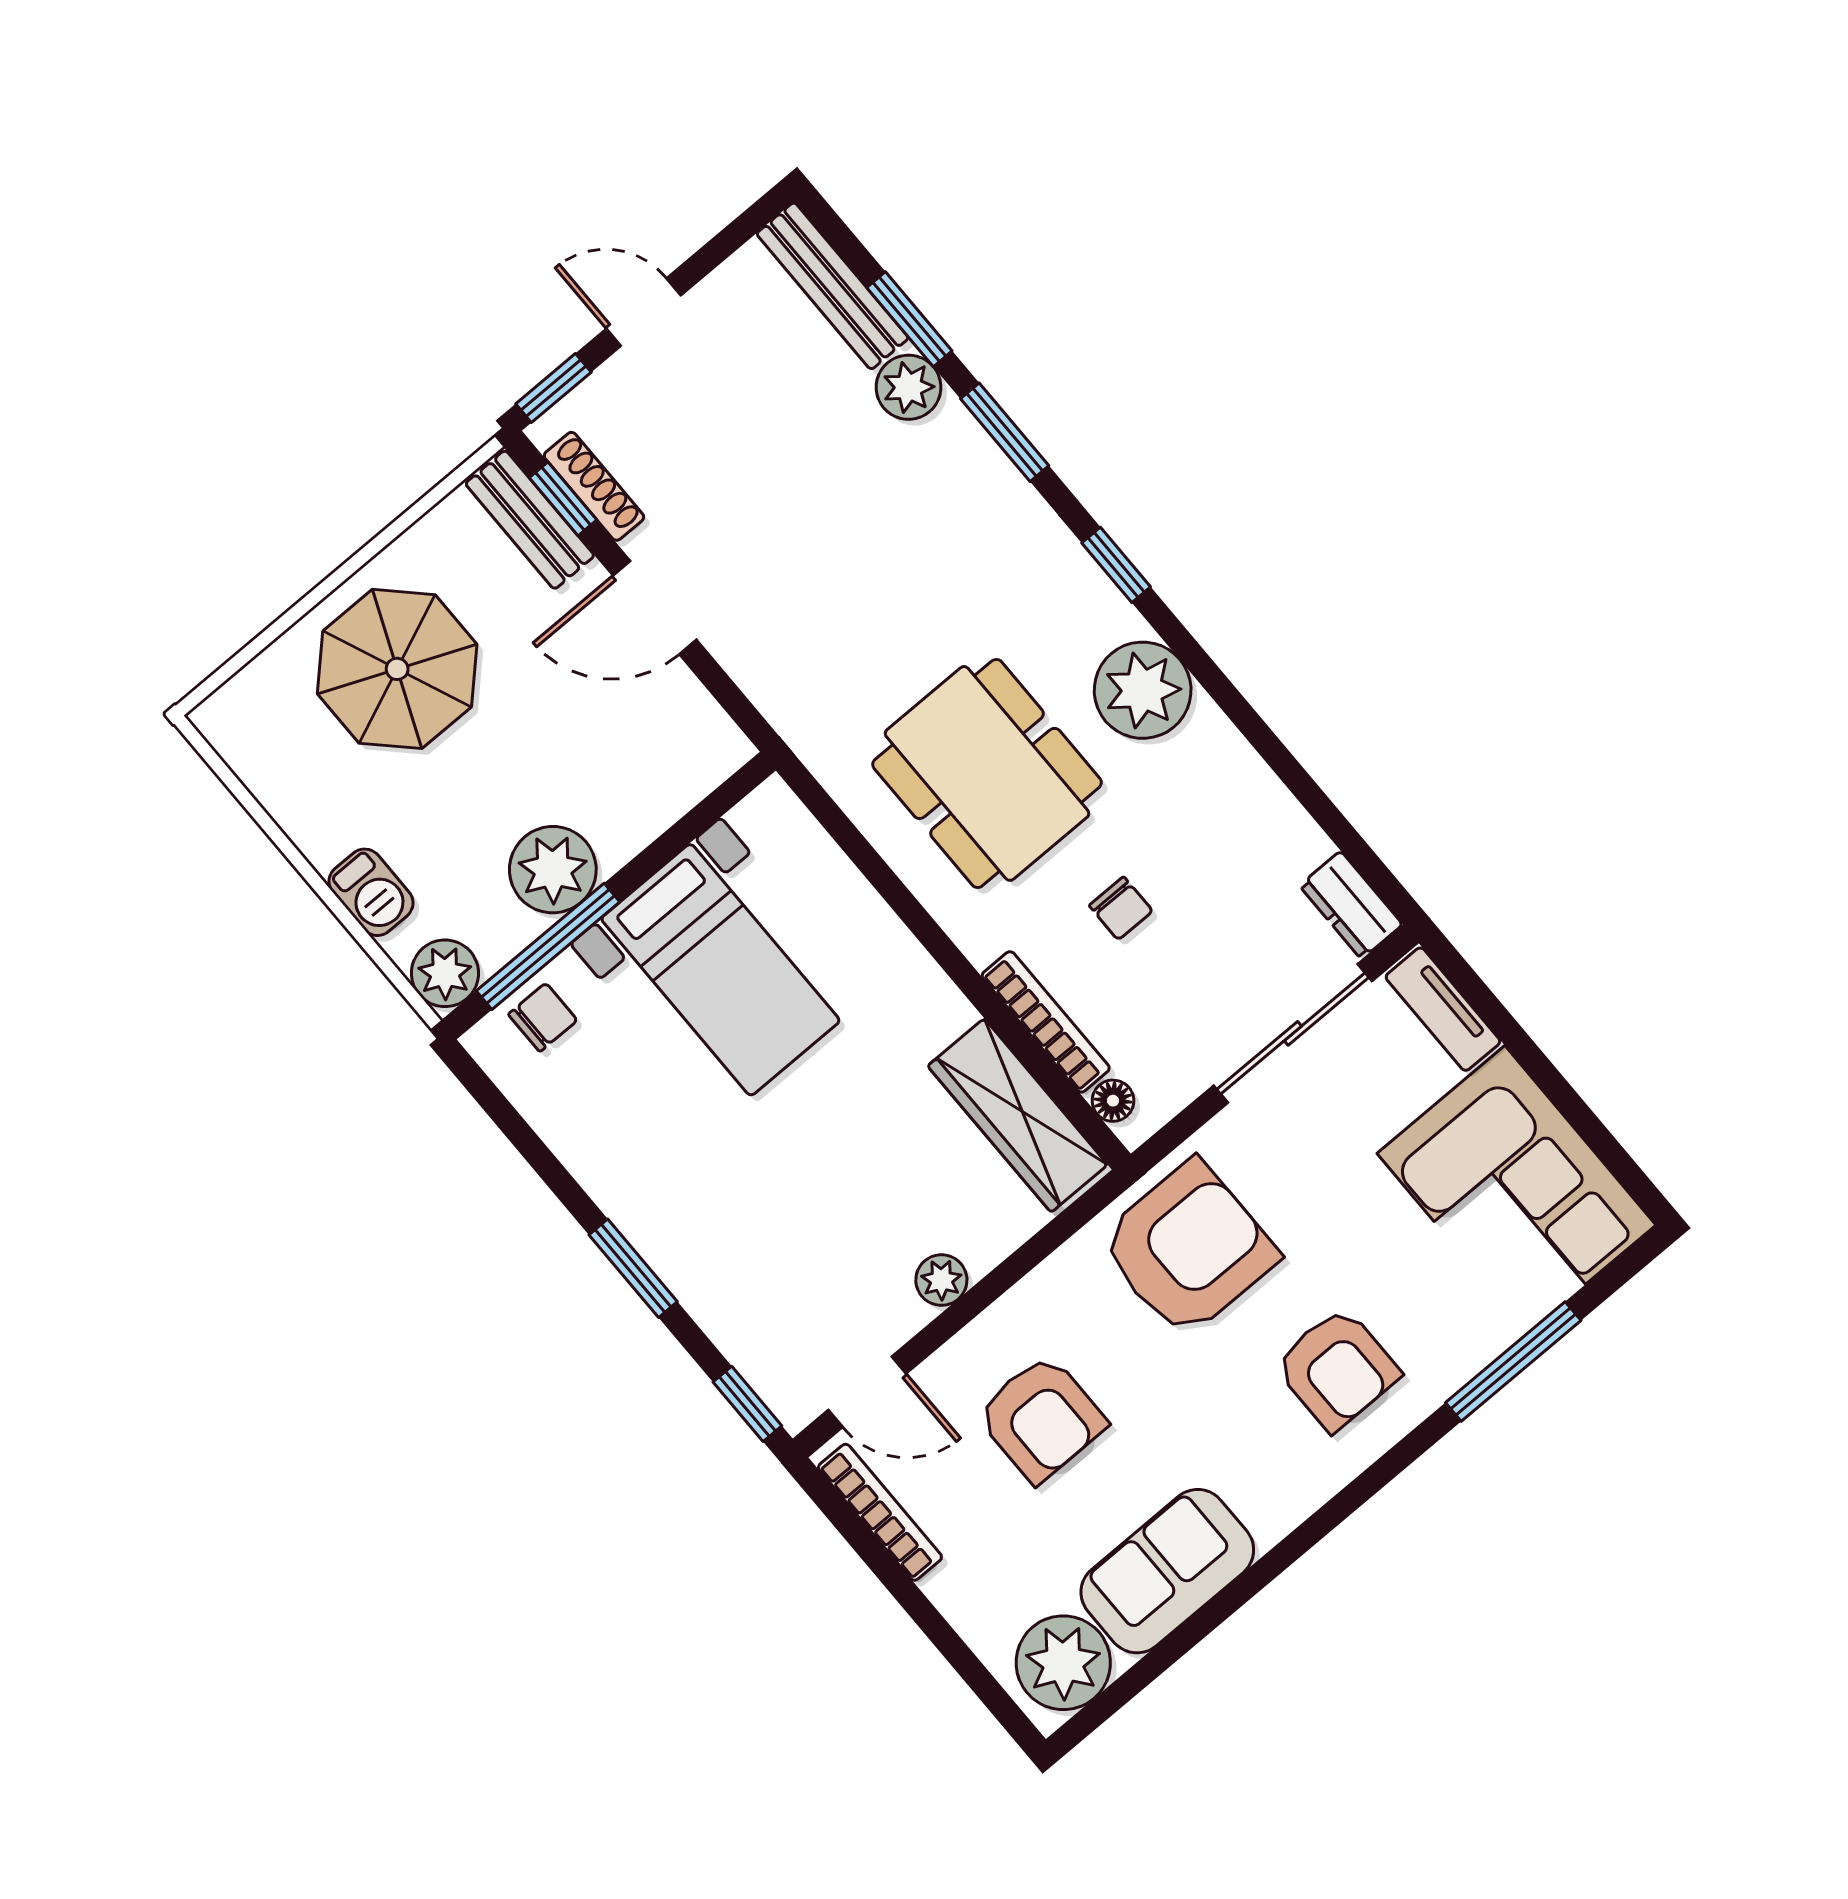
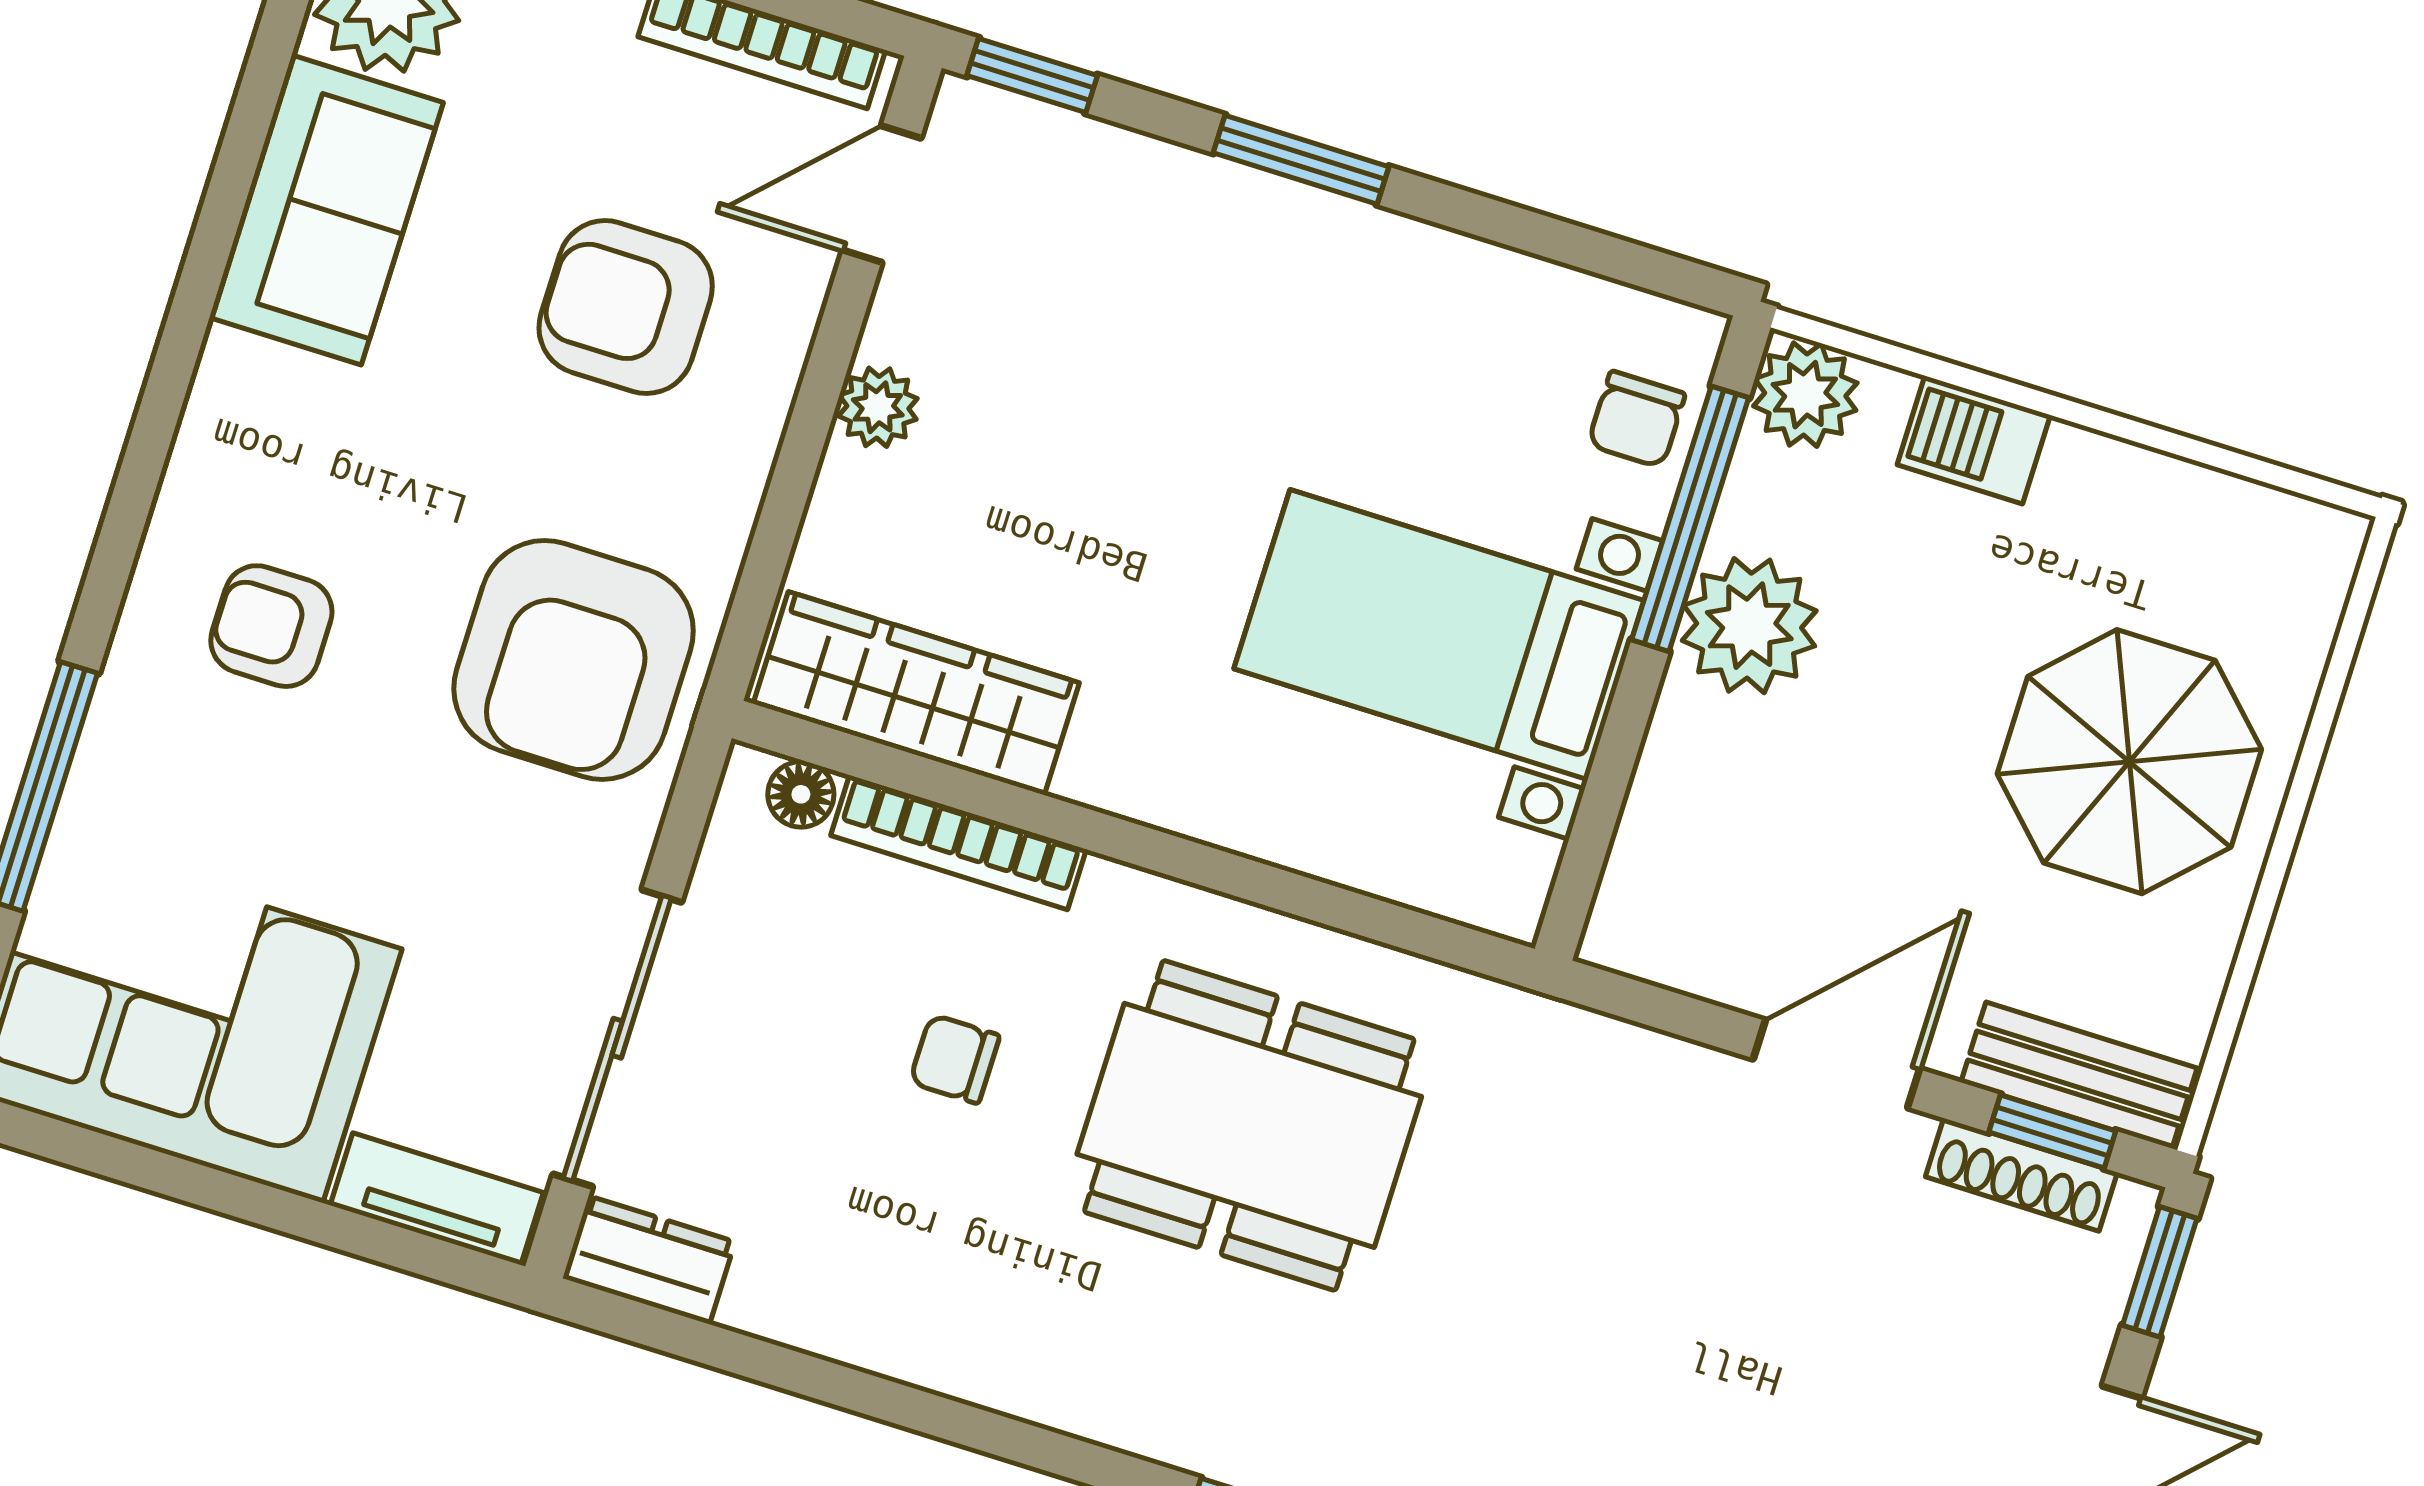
plant: (1143, 690) -> (1112, 1370), removed
armchair: (1337, 1369) -> (271, 626), width x0.72, depth x0.72

